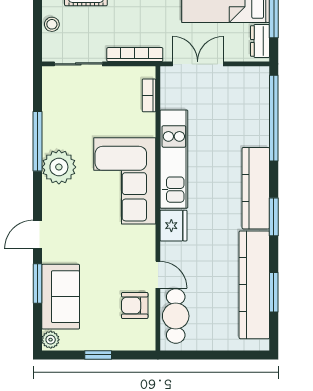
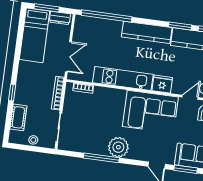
double door: (198, 64) -> (68, 57), swing flipped
corner sofa: (125, 181) -> (150, 112), moved
window: (274, 217) -> (180, 26), moved

